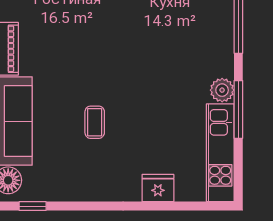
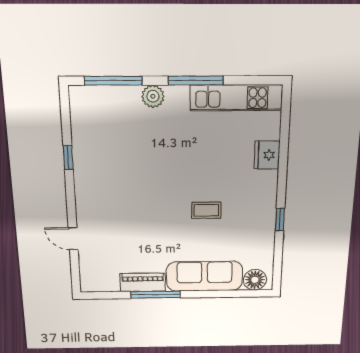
plant: (222, 90) -> (153, 96), moved
window: (33, 206) -> (280, 220), moved

